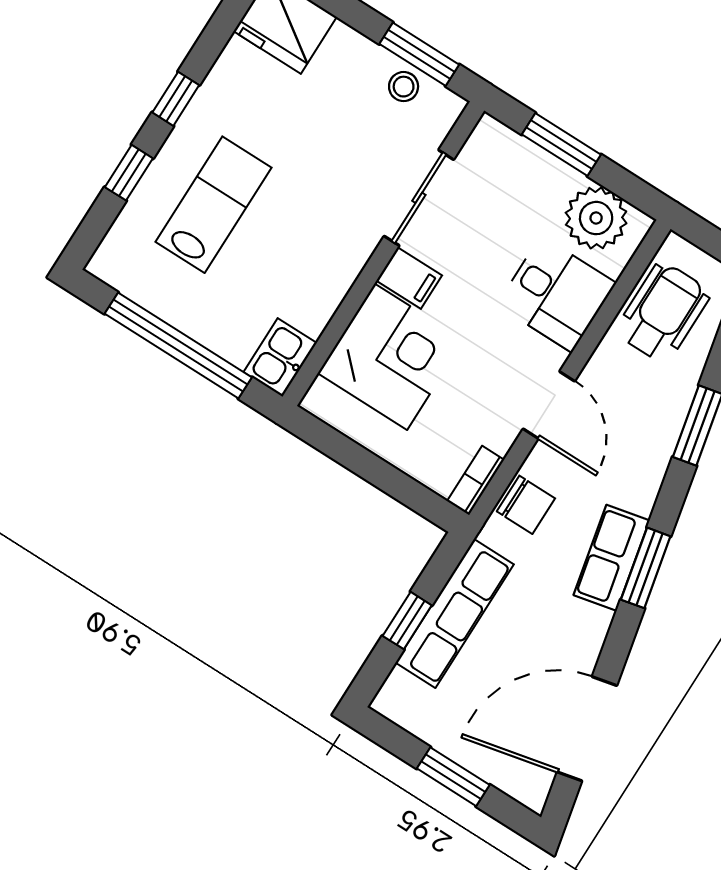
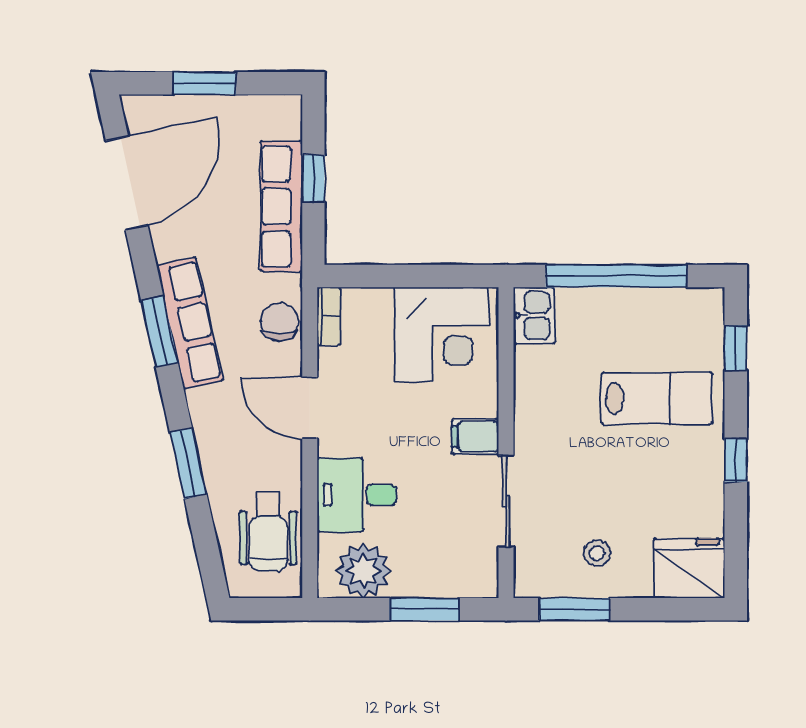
stool: (404, 87) -> (597, 553), moved
window: (129, 173) -> (736, 348), moved
lab bench: (214, 205) -> (657, 398), turned -90
corner desk: (391, 357) -> (442, 334), moved, turned -90
chair: (526, 505) -> (279, 322), turned 90
row of seats: (612, 558) -> (190, 323), width x1.48

